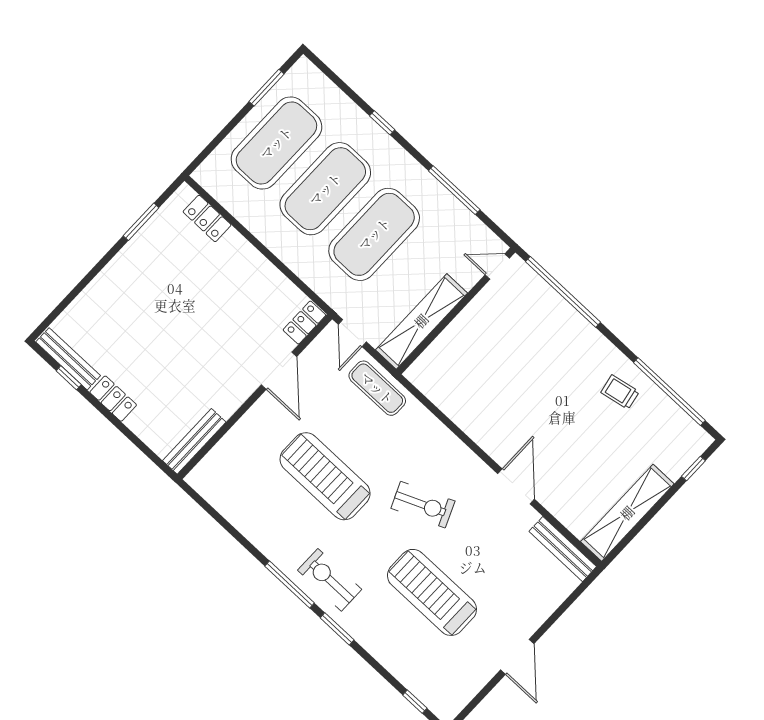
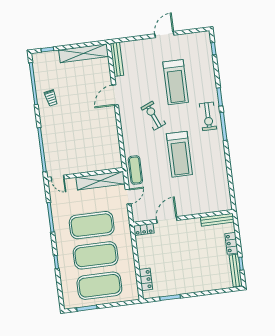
locker: (304, 323) -> (144, 229), moved
door: (279, 371) -> (167, 220), moved
wall: (255, 397) -> (183, 218), moved
bench: (194, 441) -> (217, 220), moved

